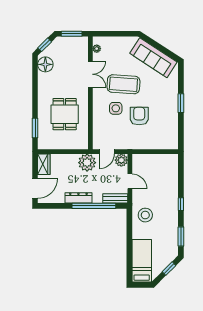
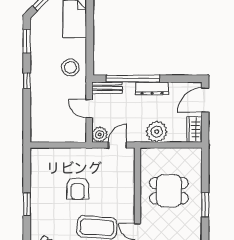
side table: (116, 108) -> (106, 198), removed
dining table: (65, 114) -> (169, 191), turned 90
window: (35, 128) -> (205, 205), moved
plant: (87, 163) -> (157, 132), moved

